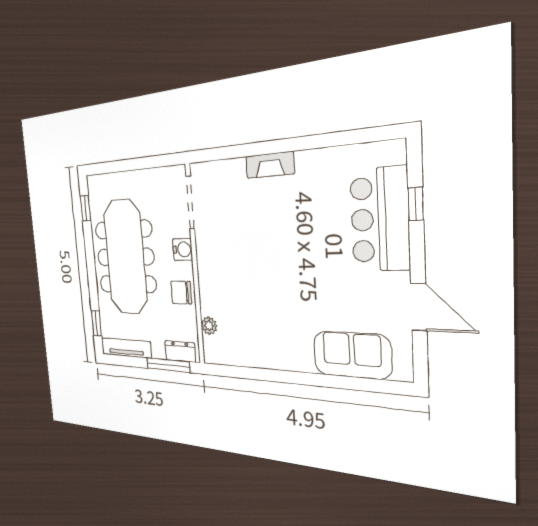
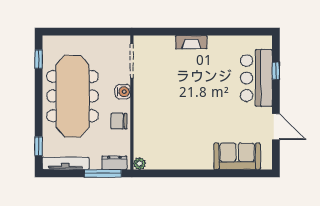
plant: (209, 326) -> (140, 164), moved

